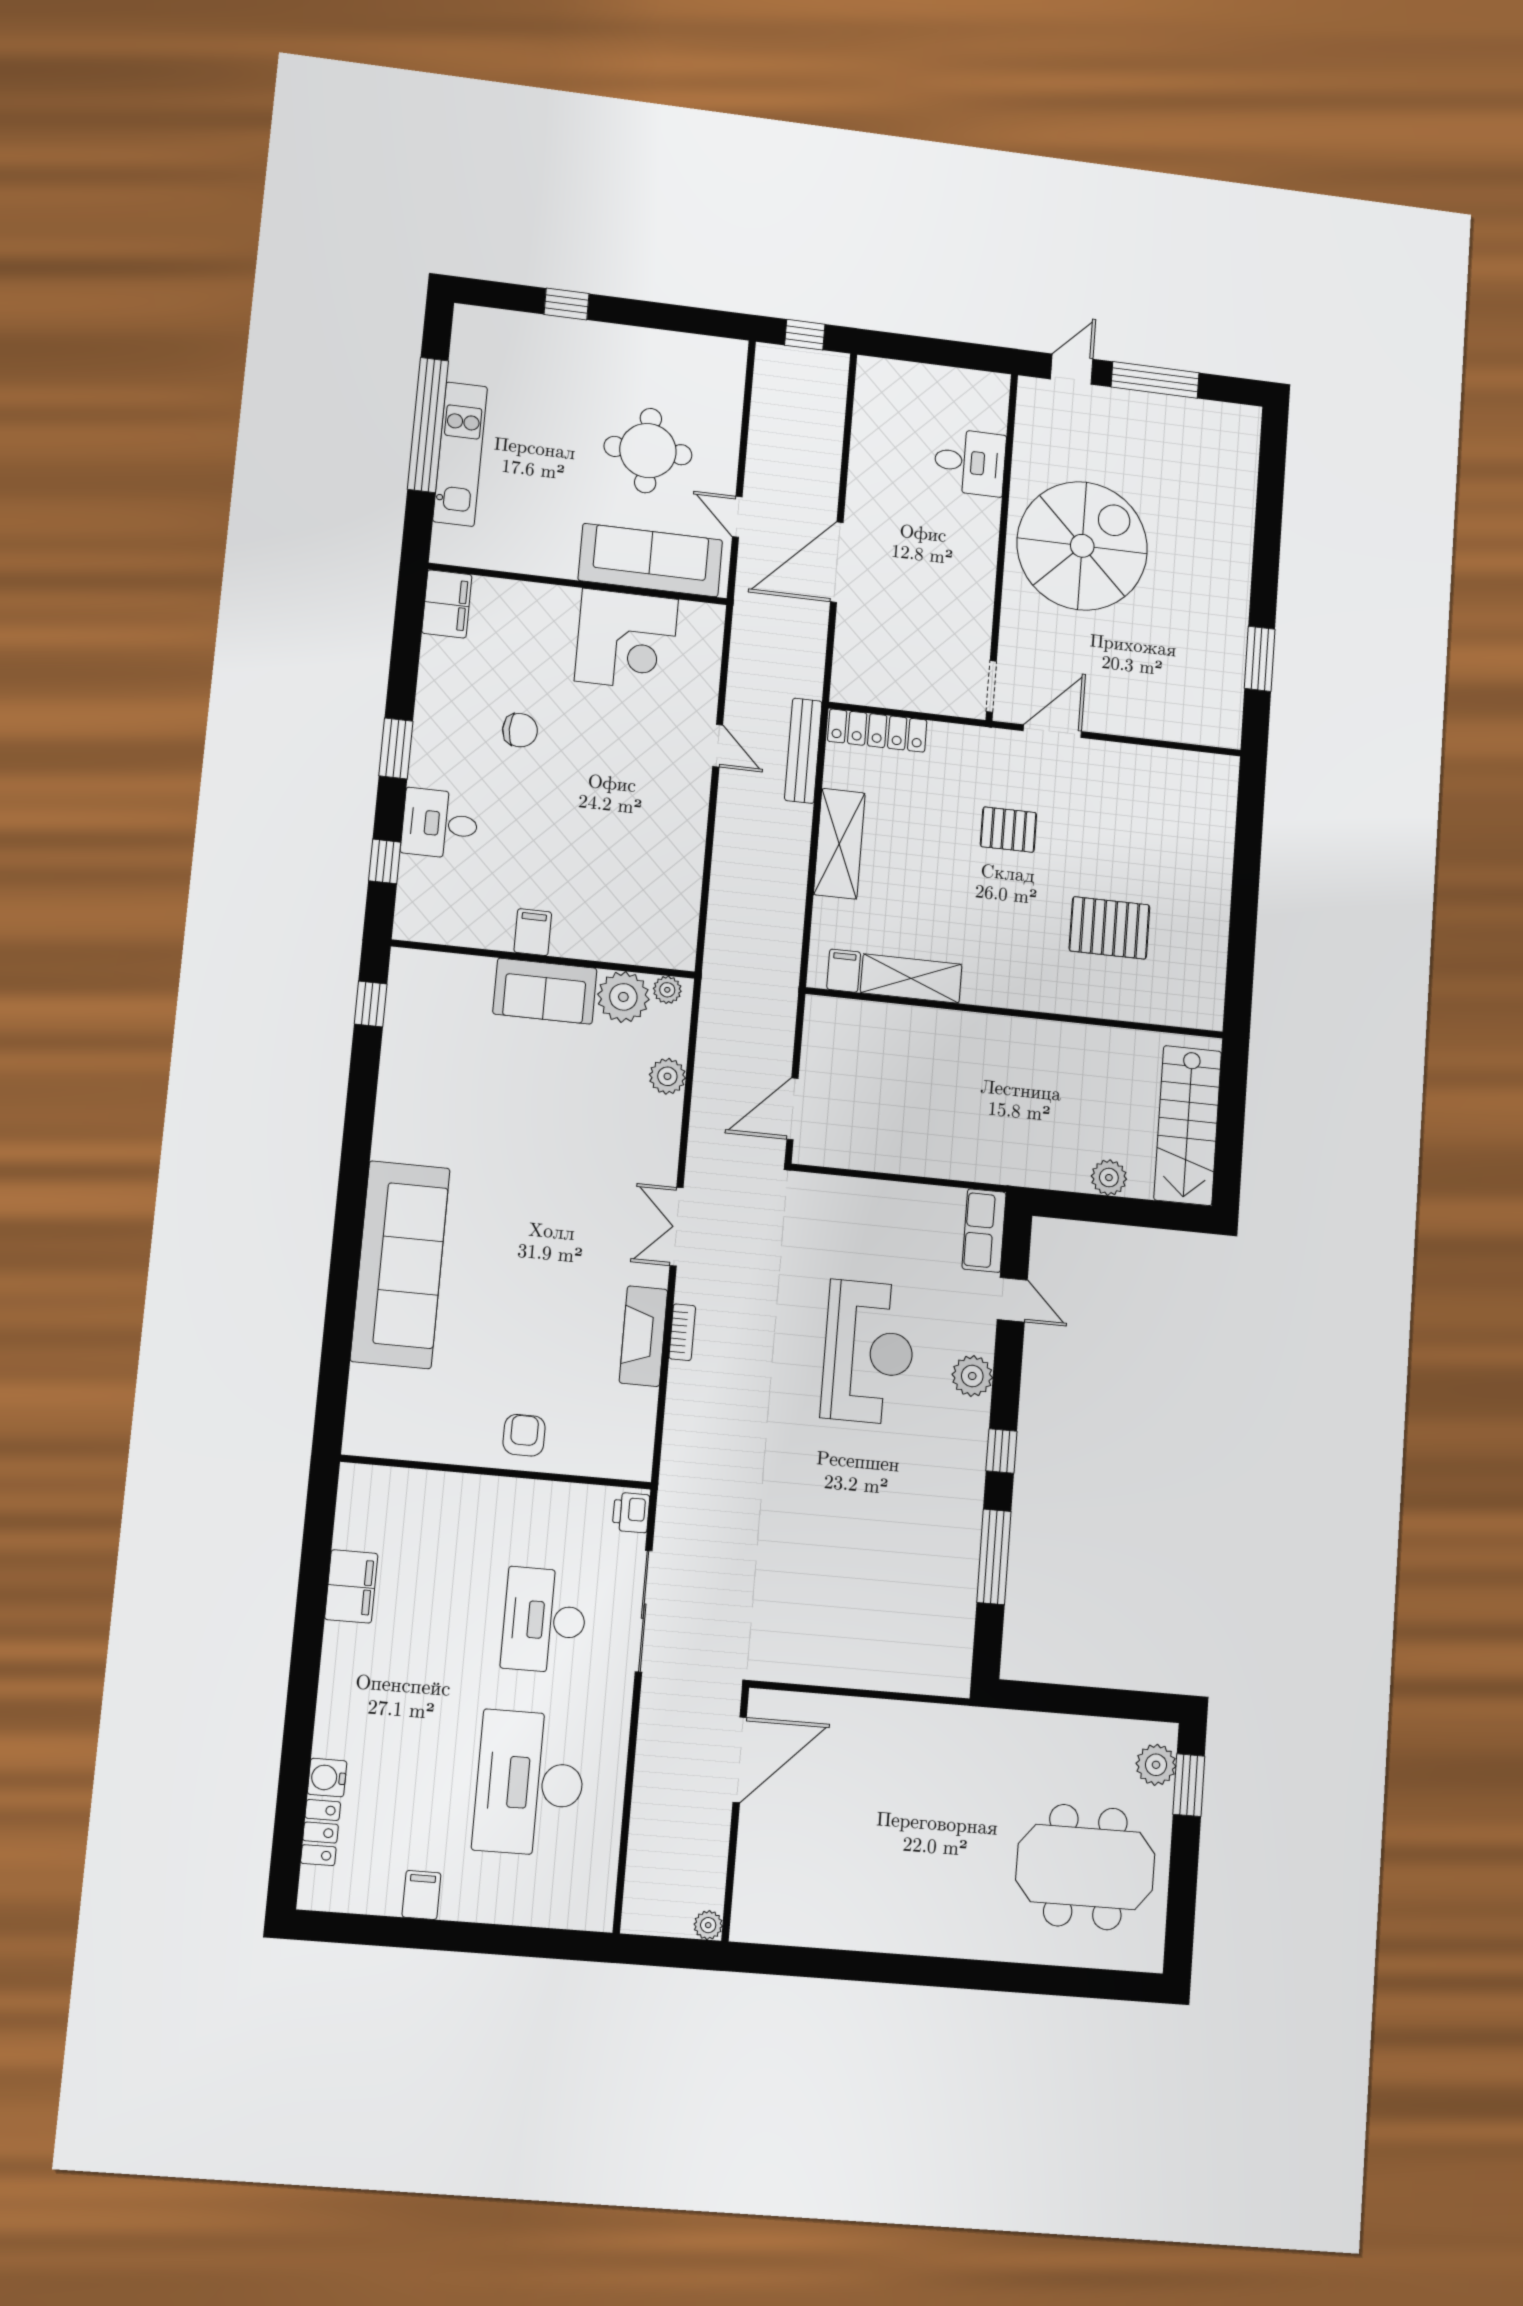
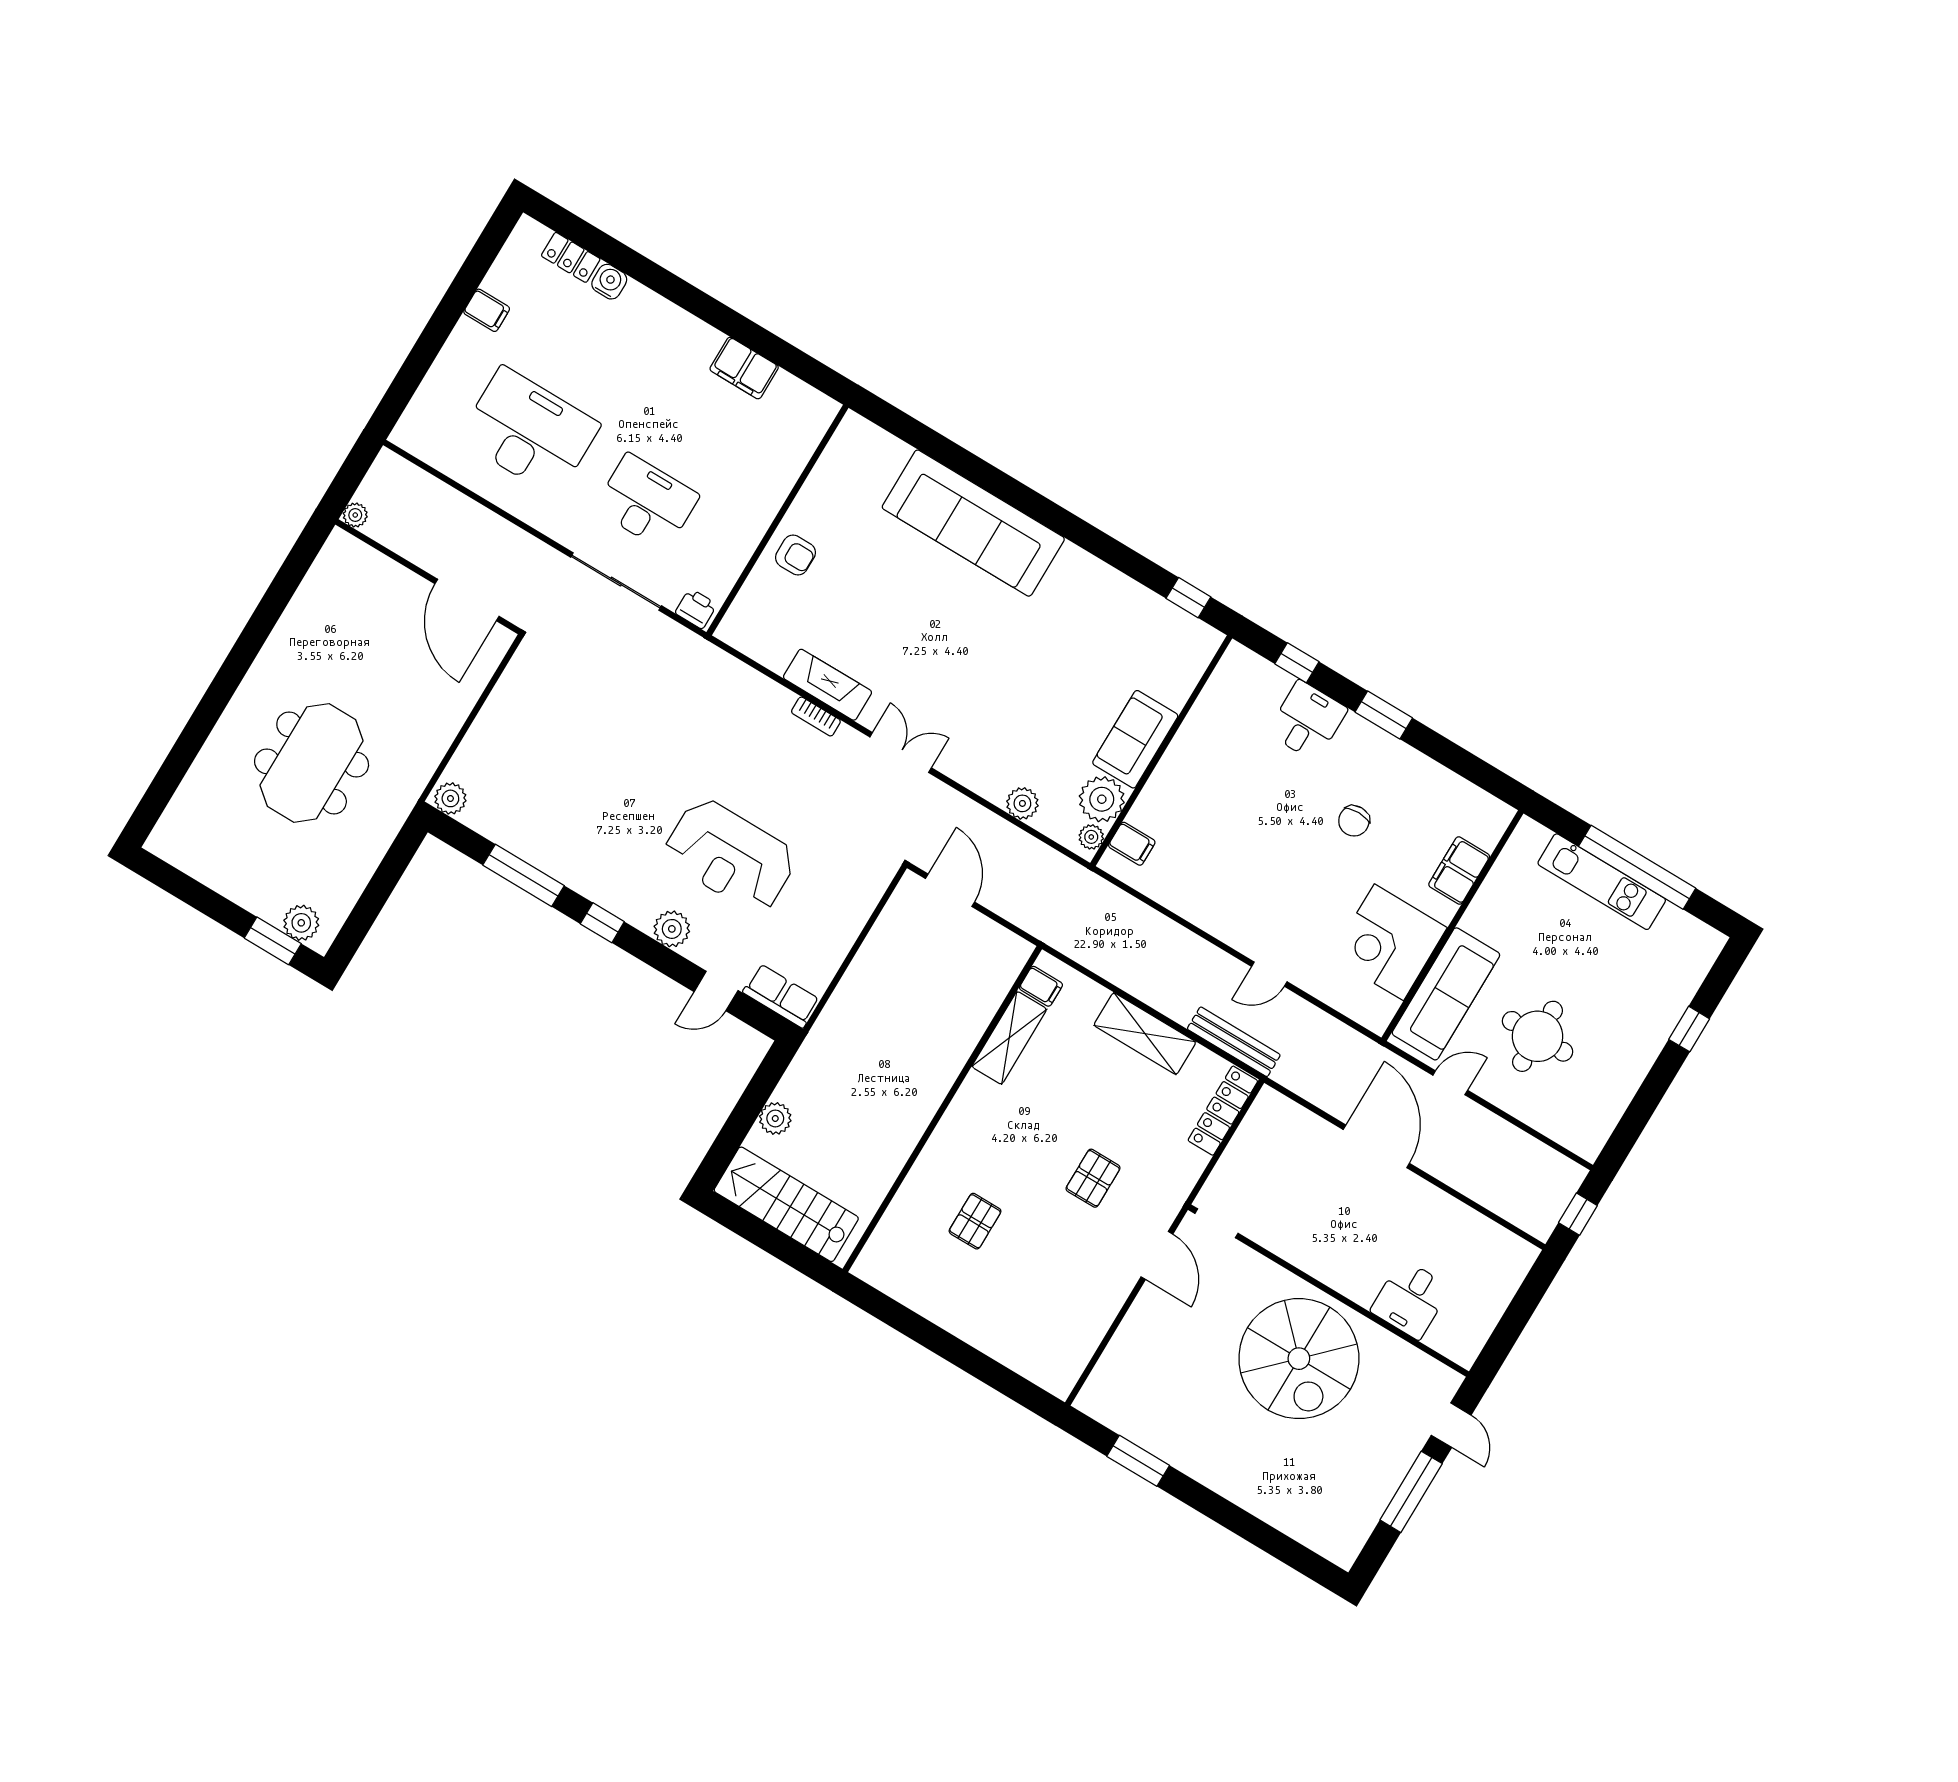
filing cabinet: (447, 604) -> (1459, 871), moved, turned 90
pallet: (1109, 928) -> (975, 1221), width x0.67, depth x0.71
filing cabinet: (533, 932) -> (1132, 844), moved
plant: (953, 1673) -> (450, 798), added
meeting table: (1085, 1867) -> (312, 763), moved

